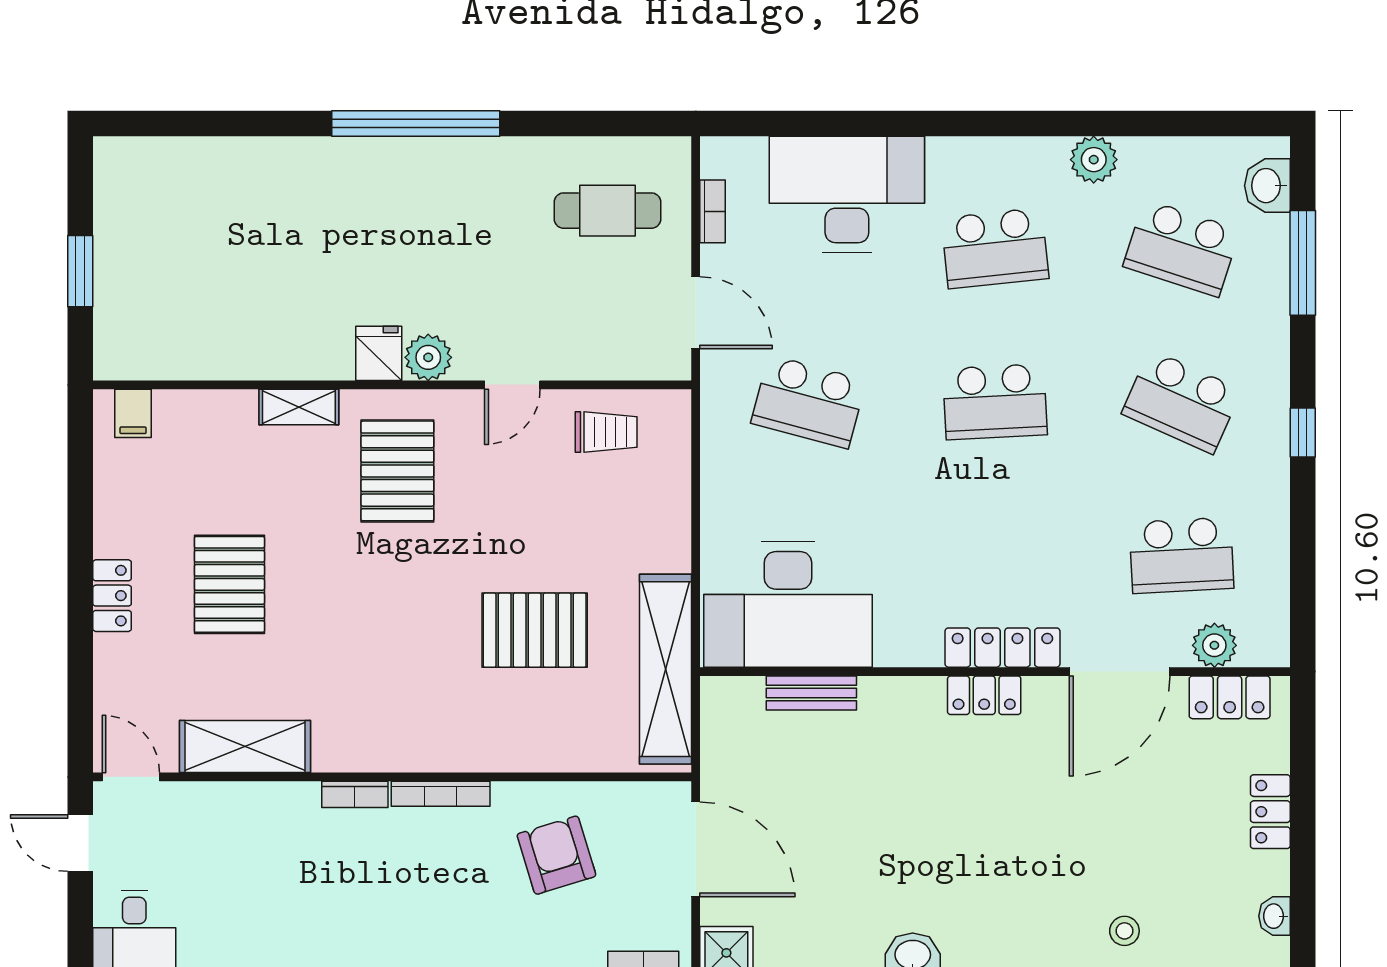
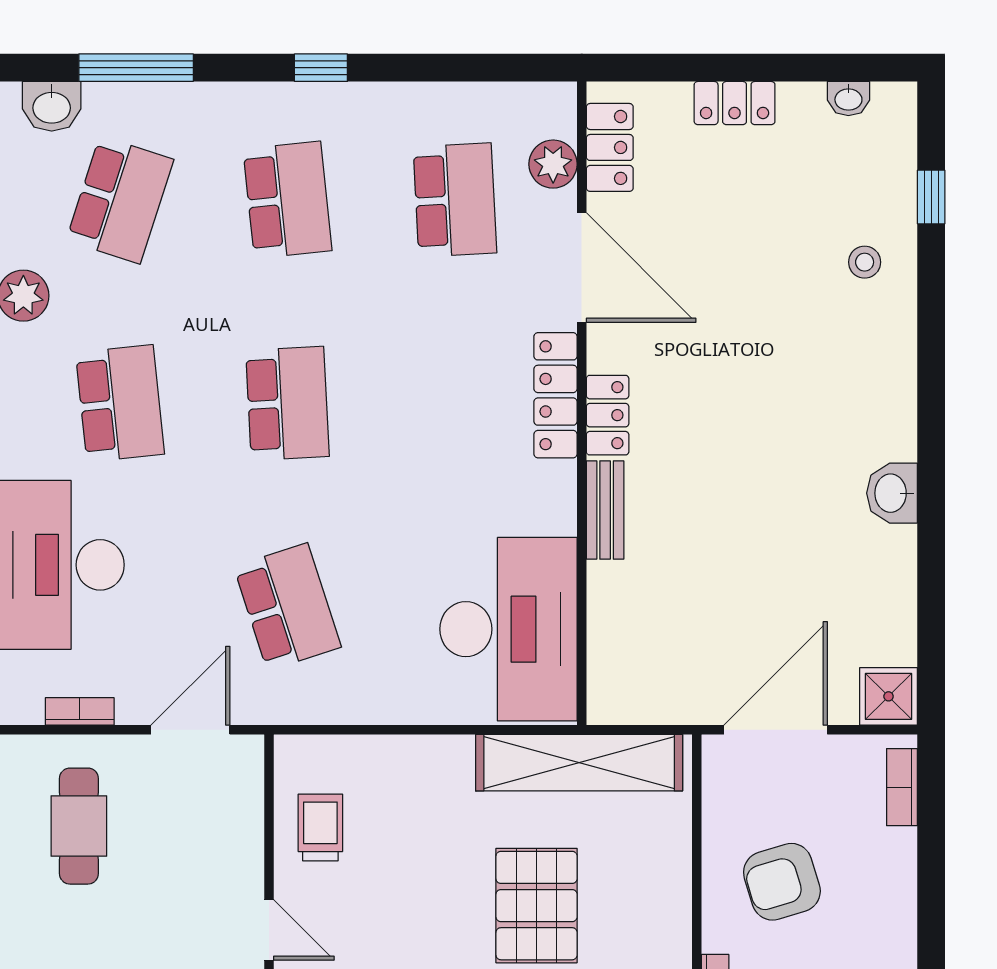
school desk: (808, 402) -> (287, 607), turned -33
school desk: (1182, 402) -> (287, 200), turned -30
bench: (811, 693) -> (605, 510), moved

